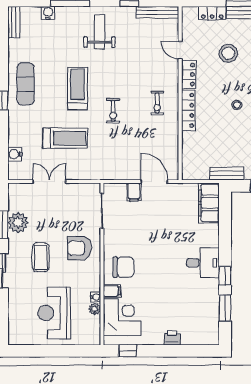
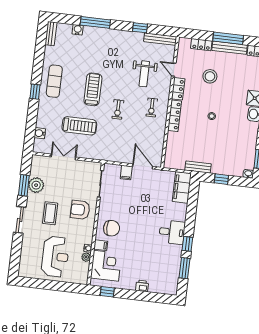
weight bench: (99, 32) -> (144, 74), moved, turned 180
reception desk: (54, 313) -> (55, 257), turned 180

